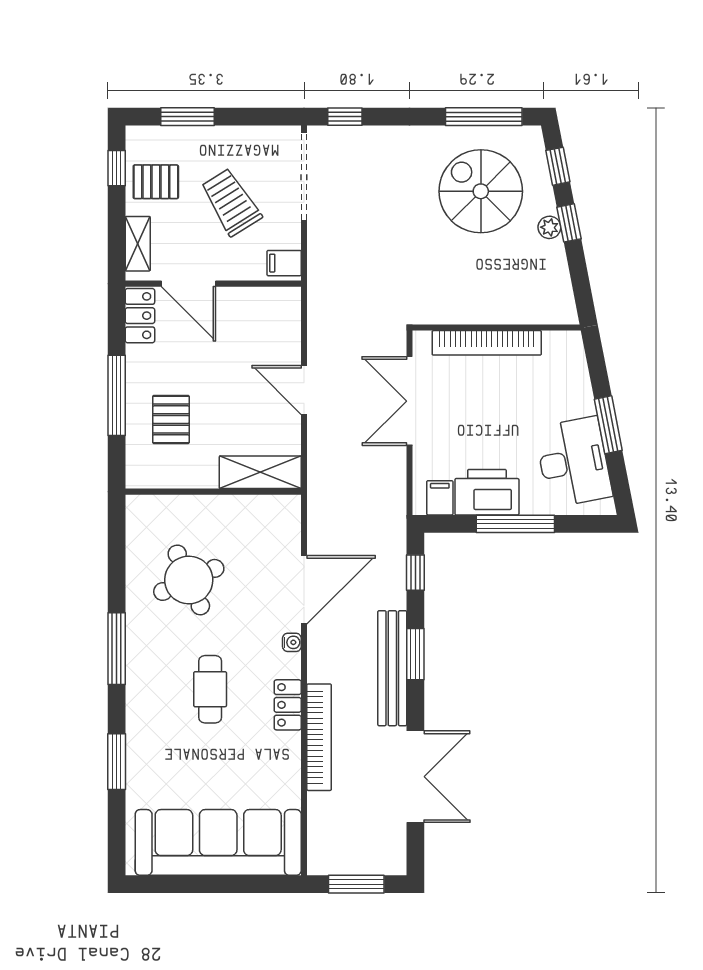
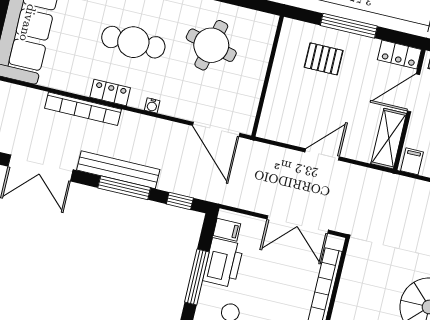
double door: (410, 401) -> (298, 225), swing flipped
shelving: (260, 472) -> (389, 139), moved
round table: (189, 580) -> (211, 45), turned 38
door: (304, 590) -> (216, 129), moved
window: (415, 654) -> (124, 188), width x1.44
cafe table: (210, 689) -> (133, 42), width x1.37, depth x1.35

